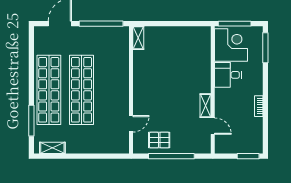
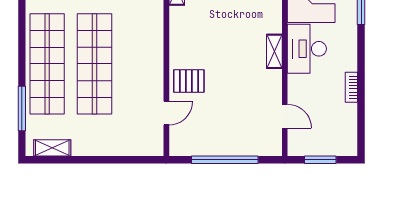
desk: (228, 75) -> (307, 49), width x1.37
shelving: (206, 106) -> (274, 51), moved
pallet: (159, 140) -> (189, 81), moved
window: (248, 156) -> (320, 160), moved

